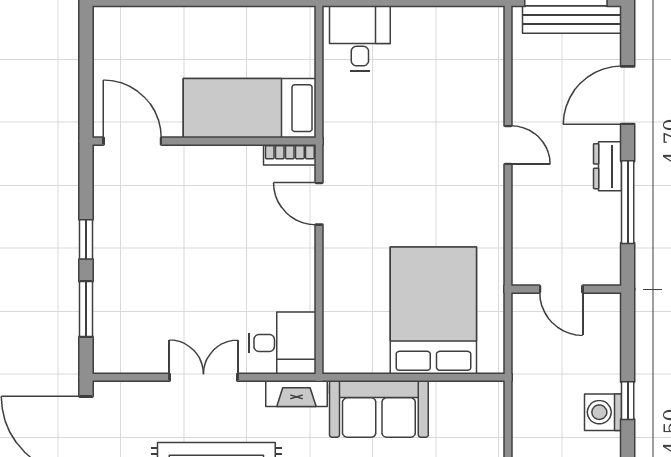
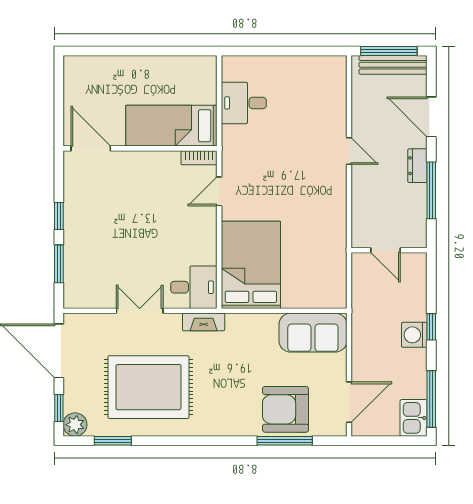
desk: (360, 38) -> (244, 103), moved, turned -90
door: (628, 95) -> (431, 117), hinge flipped
door: (319, 204) -> (219, 191), hinge flipped
bed: (433, 310) -> (251, 265), moved
sofa: (379, 409) -> (313, 333), moved

